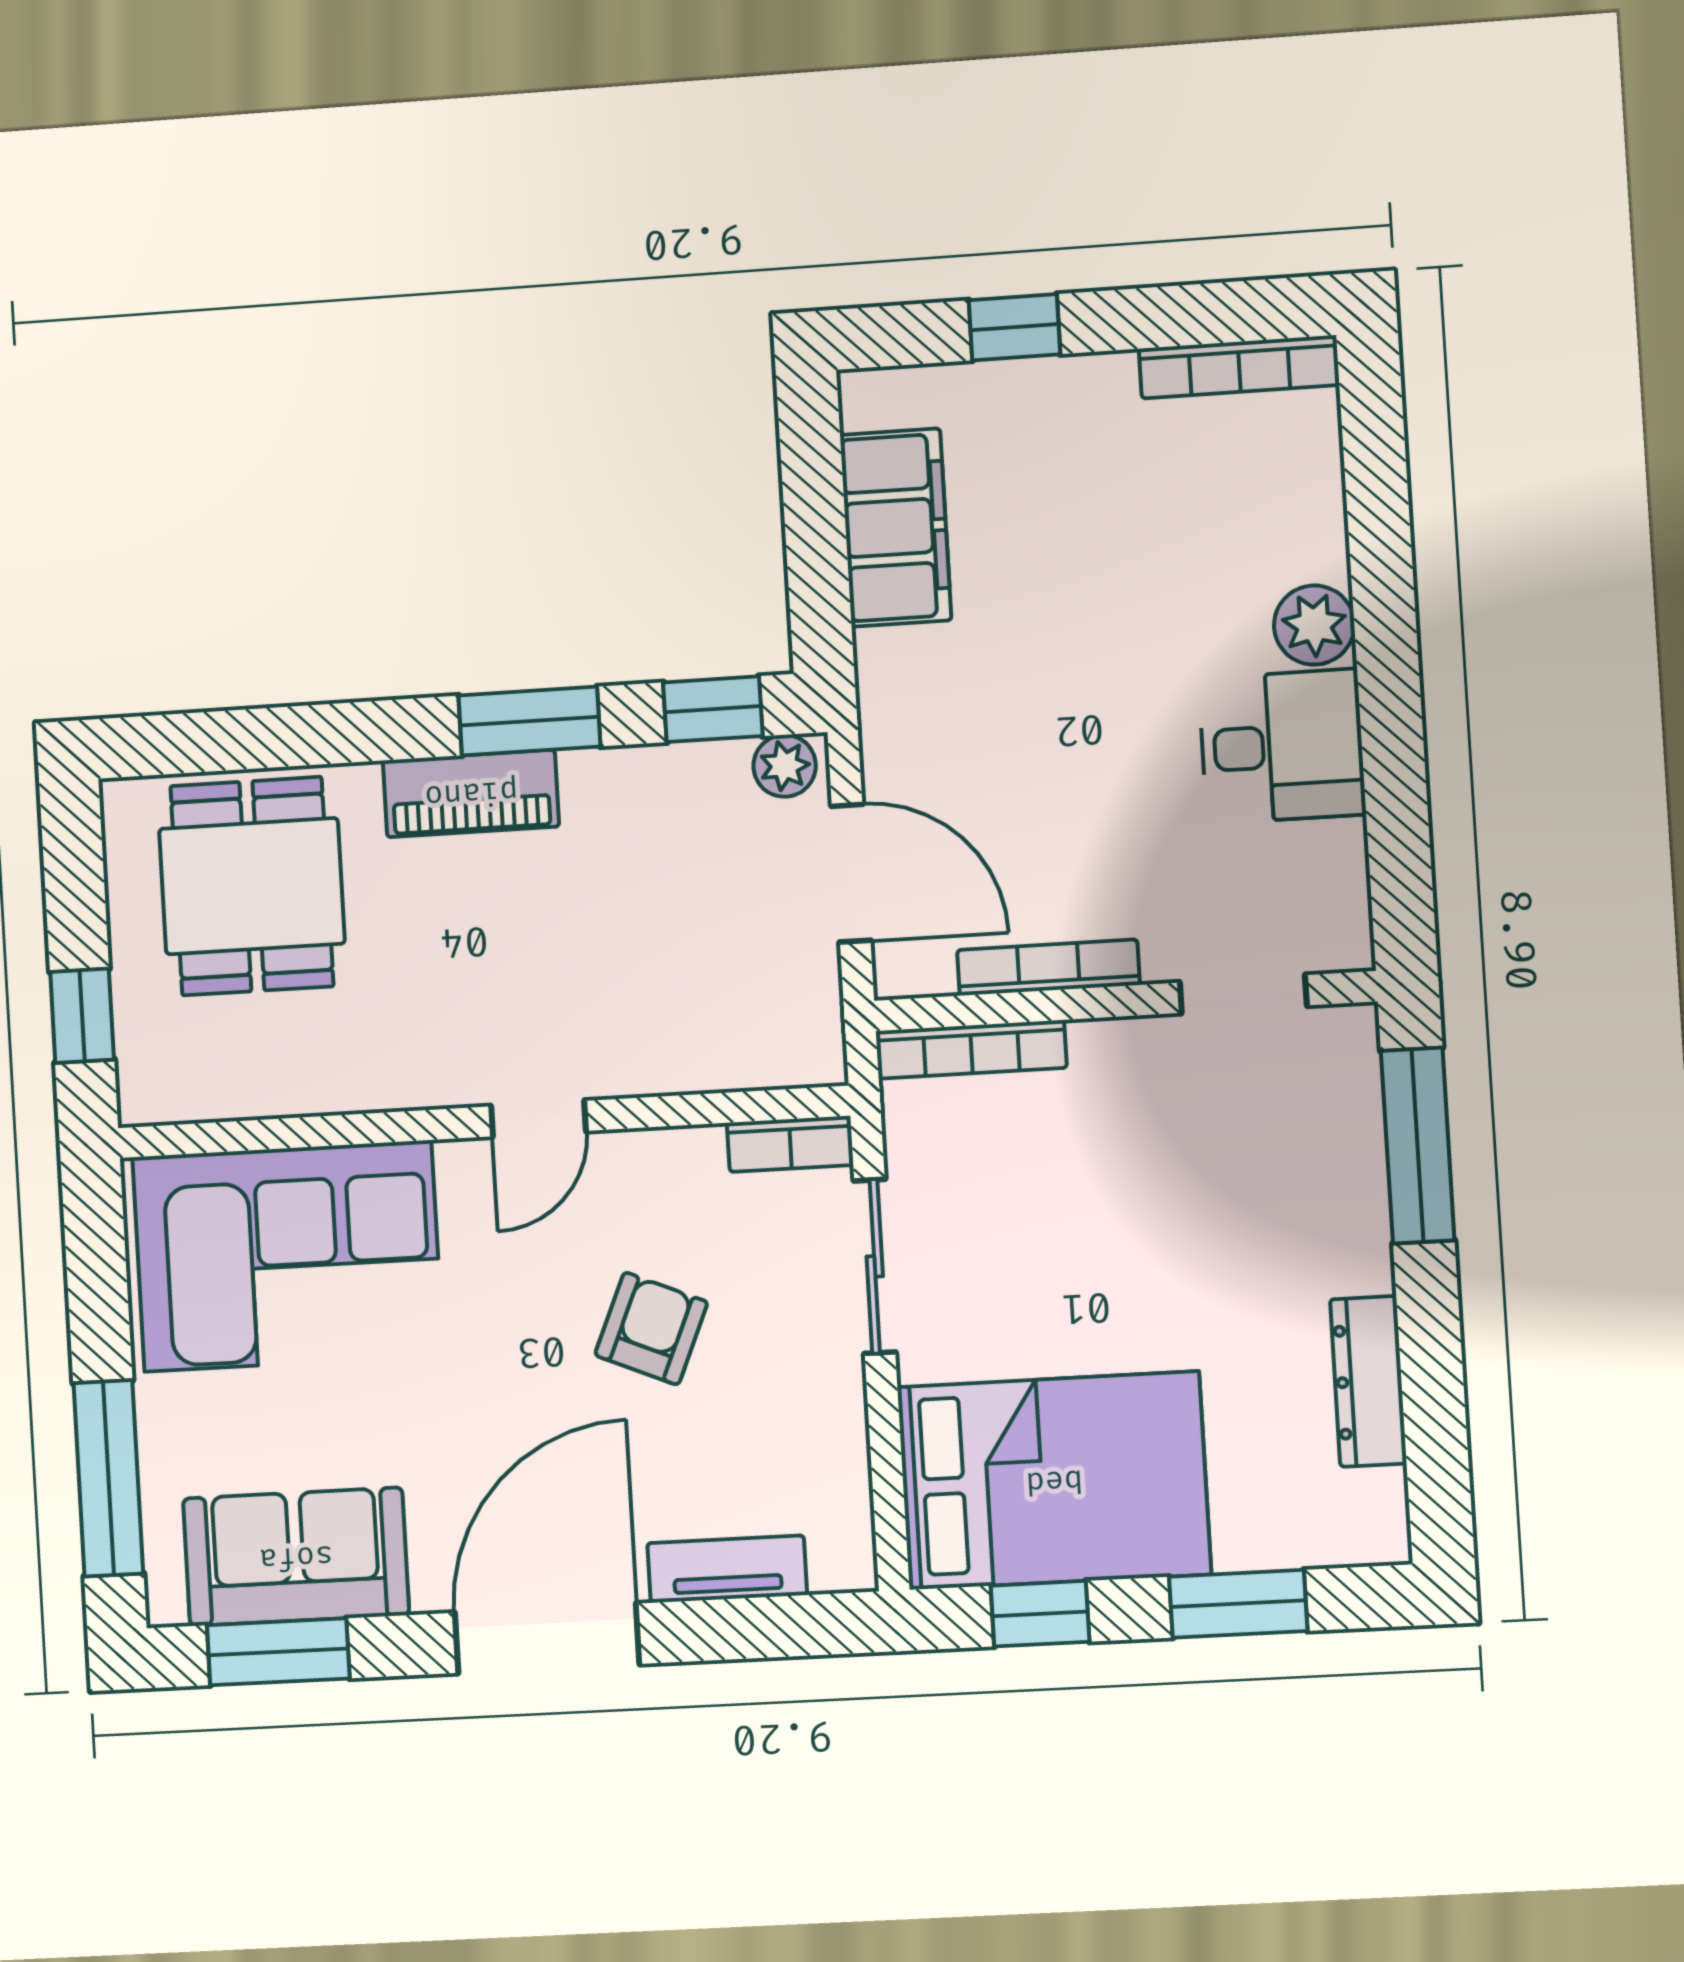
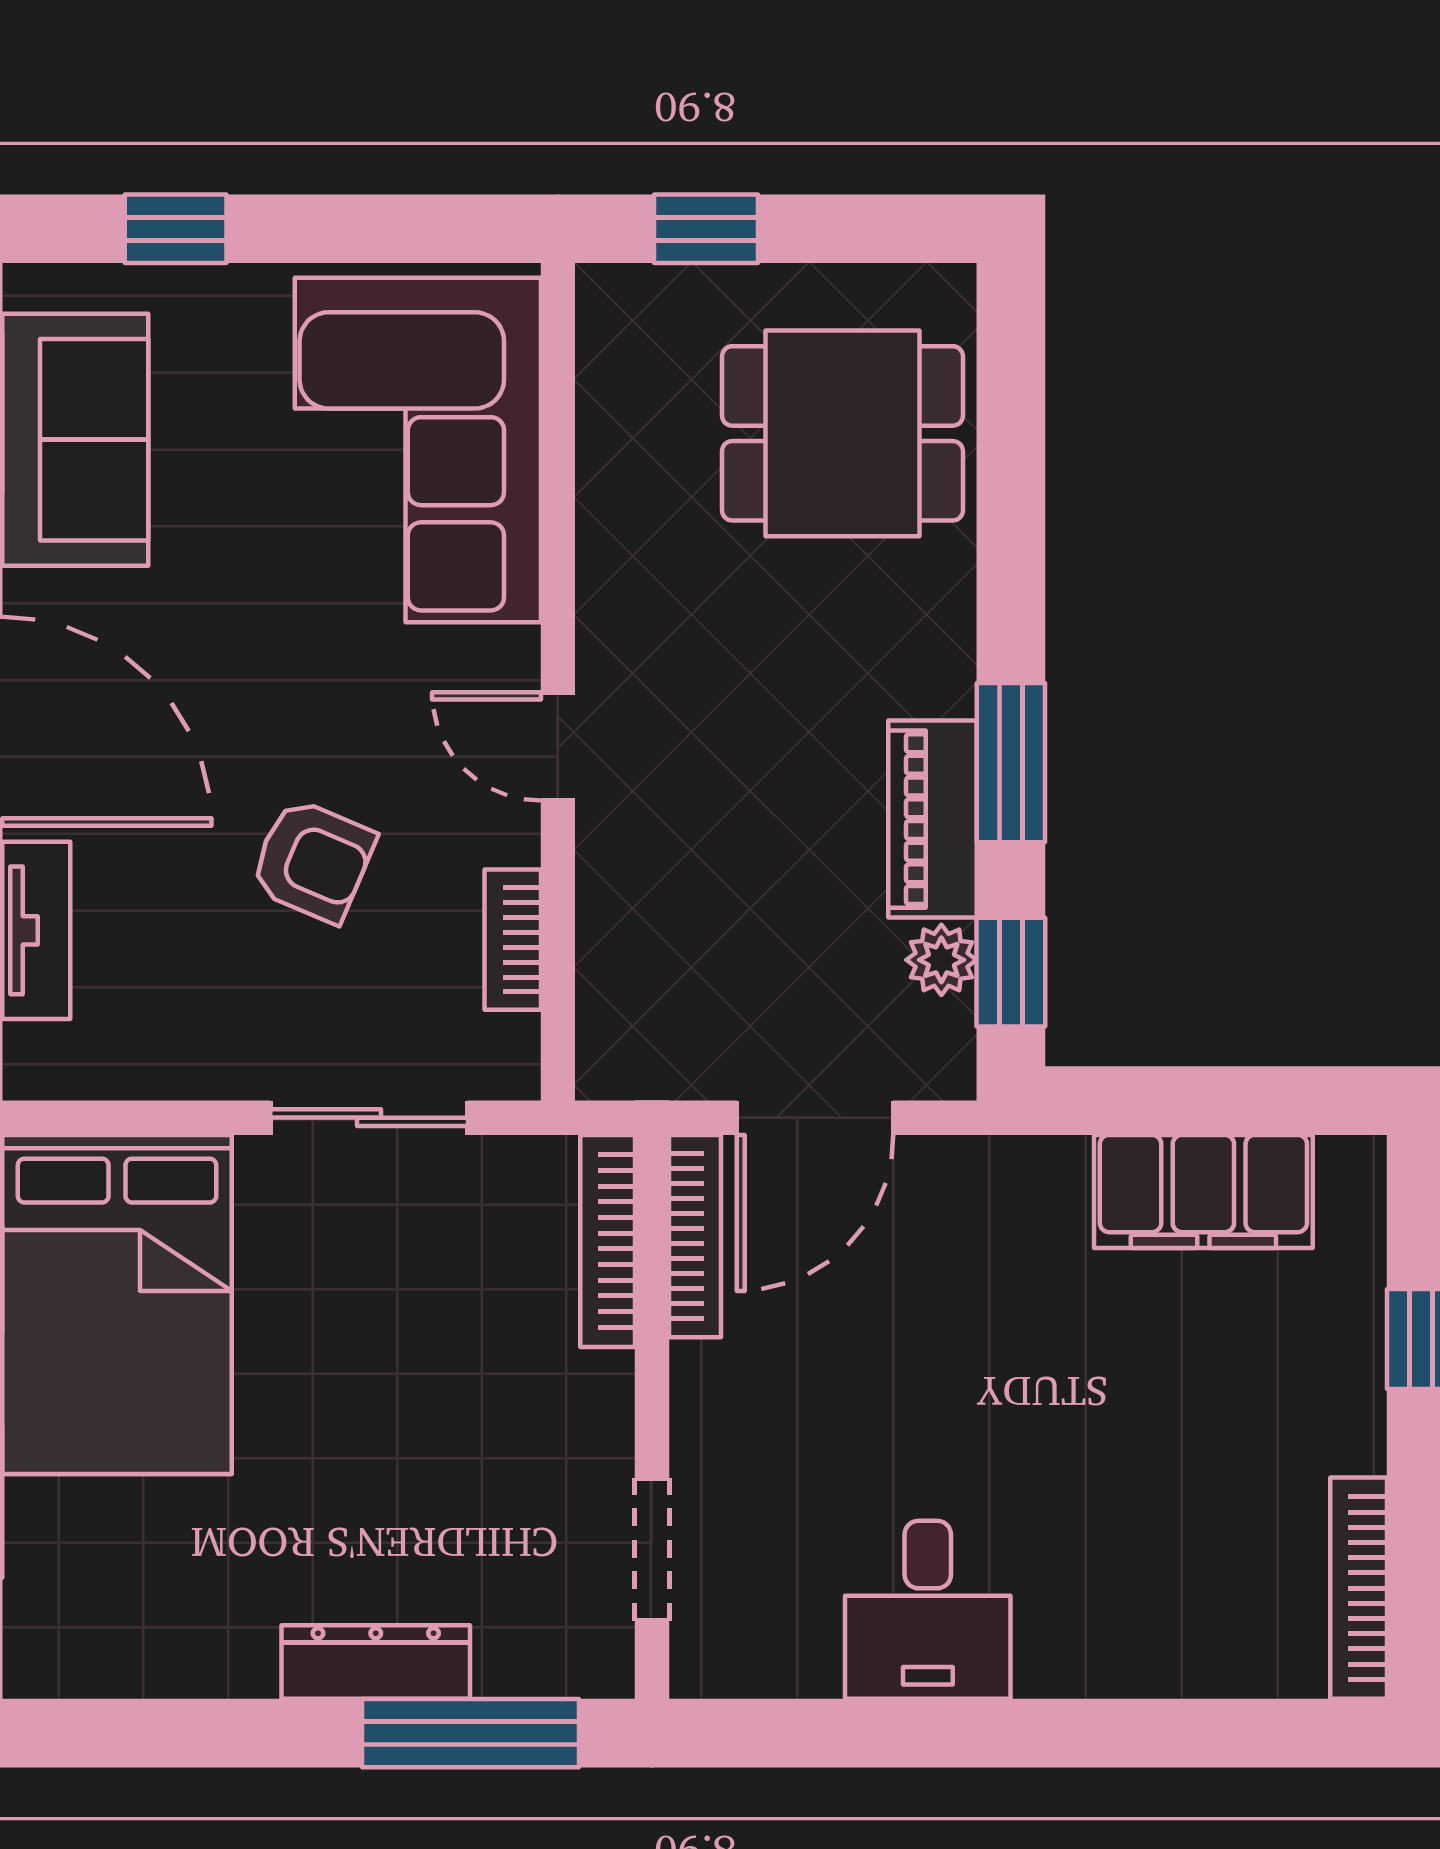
plant: (1314, 625) -> (1062, 1654), removed
plant: (785, 766) -> (941, 960), moved
piano: (471, 793) -> (933, 819), moved
bookcase: (1048, 967) -> (695, 1236), moved
bookcase: (790, 1144) -> (513, 940), moved
dresser: (1368, 1381) -> (376, 1662), moved
window: (108, 1478) -> (176, 229), width x0.46

